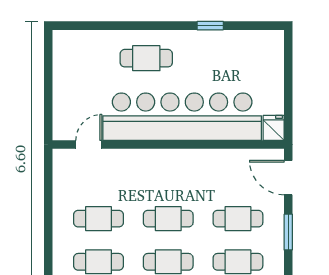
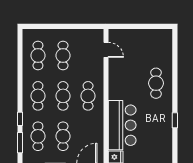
bar counter: (182, 117) -> (122, 125), width x0.54
cafe table: (168, 175) -> (88, 96), added

